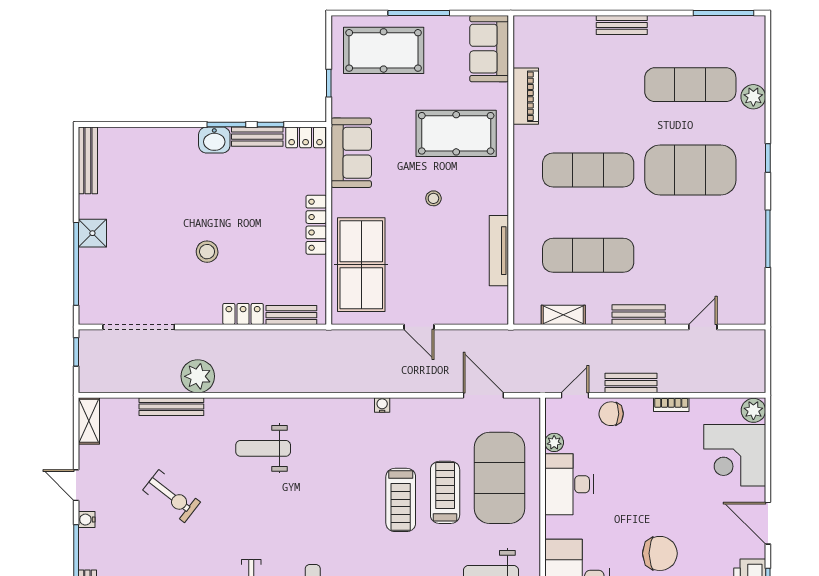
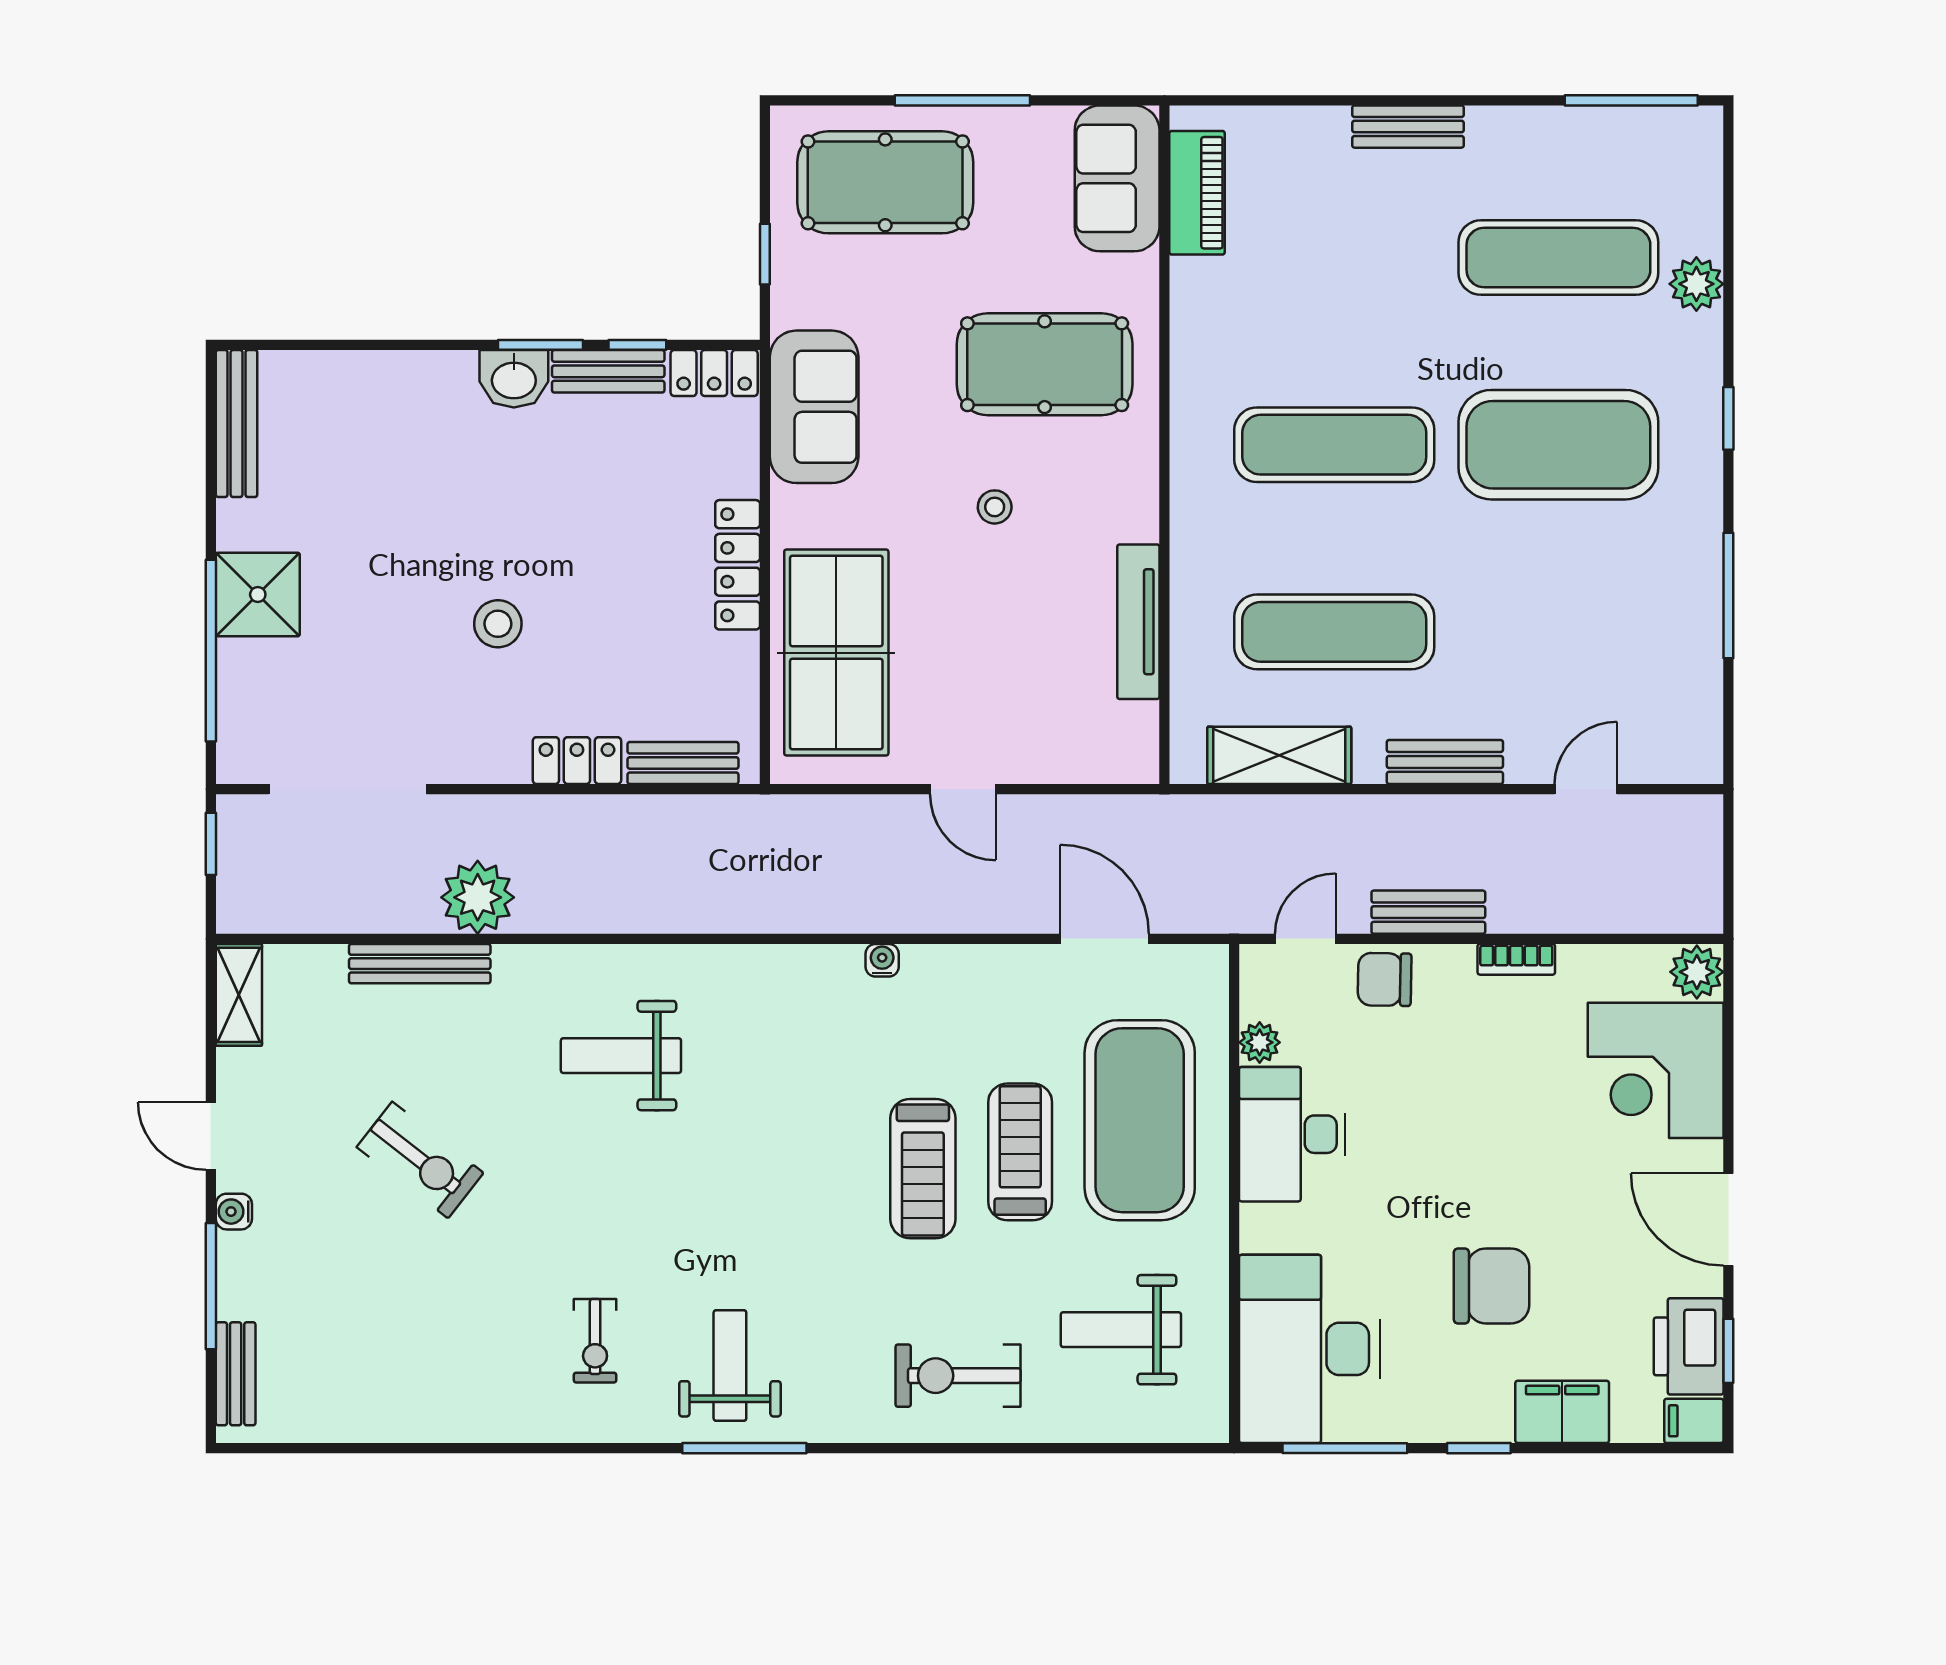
piano: (526, 96) -> (1197, 193), moved
shower: (92, 233) -> (258, 595), width x1.36, depth x1.36
shelving: (563, 315) -> (1279, 755), width x1.50, depth x1.33

